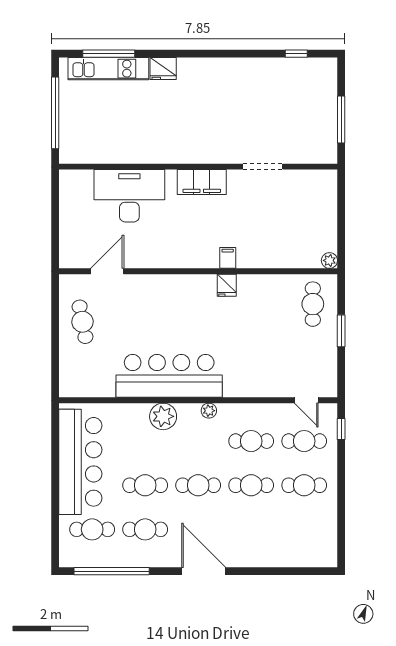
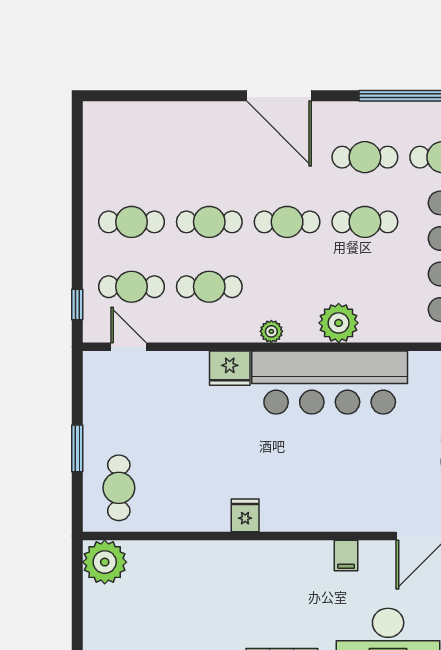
filing cabinet: (228, 258) -> (346, 556), moved
plant: (329, 260) -> (105, 562), width x1.88, depth x1.88
fridge: (237, 386) -> (230, 368), added

